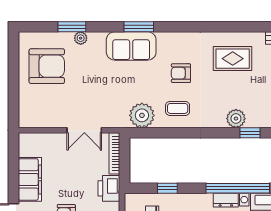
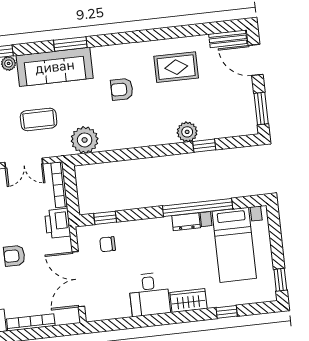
sofa: (131, 46) -> (55, 67), width x1.36
coffee table: (178, 108) -> (39, 119), moved, width x1.36, depth x1.30
window: (167, 188) -> (105, 218), moved

